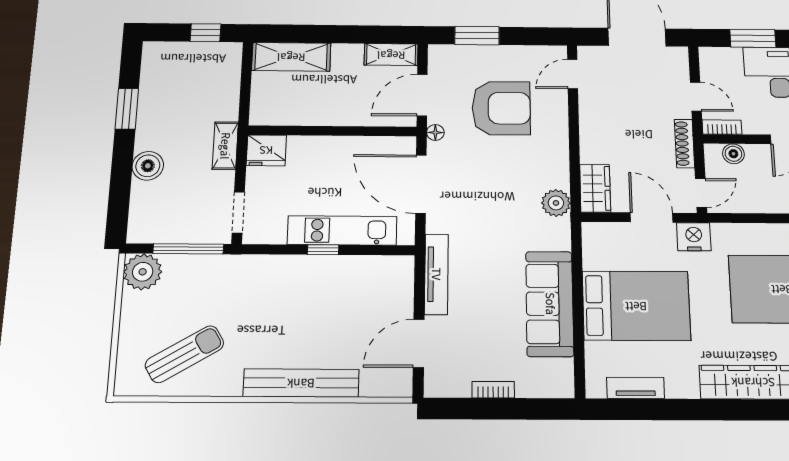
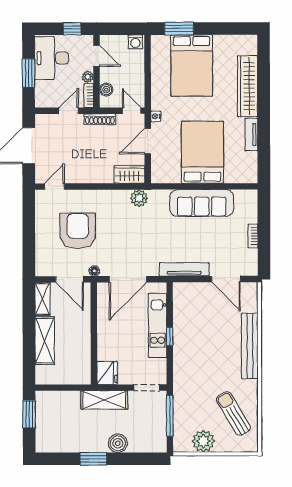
window: (205, 33) -> (29, 414), width x1.50
window: (477, 36) -> (29, 246), removed
shelving: (291, 57) -> (45, 341), moved
door: (573, 74) -> (54, 187), swing flipped
window: (127, 109) -> (93, 459), moved
plant: (753, 126) -> (88, 77), added
shelving: (225, 146) -> (104, 400), width x1.50, depth x1.33
nightstand: (694, 237) -> (156, 116), width x0.53, depth x0.56
plant: (143, 272) -> (203, 441), moved
tv unit: (636, 388) -> (251, 135), moved

